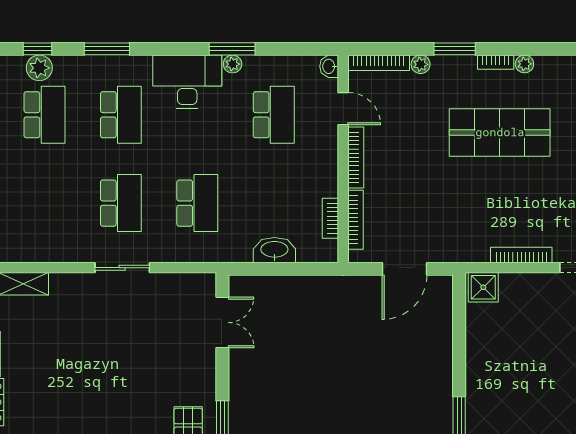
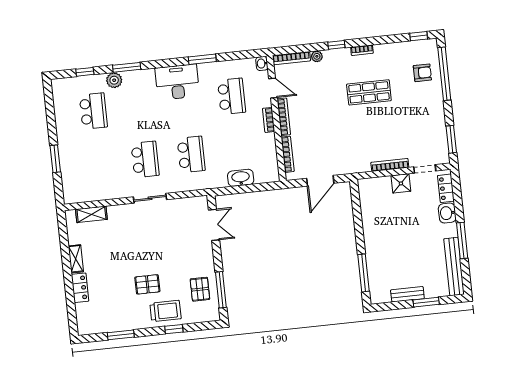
window: (455, 49) -> (336, 45), width x0.67
plant: (233, 64) -> (203, 68), removed
plant: (524, 64) -> (379, 49), removed
plant: (39, 68) -> (114, 80), moved
school desk: (121, 115) -> (139, 106), removed
shop shelf: (500, 132) -> (369, 92), width x0.70, depth x0.74
bookcase: (330, 218) -> (269, 120), moved
shower: (483, 287) -> (401, 183), moved
pallet: (103, 408) -> (147, 284), added

